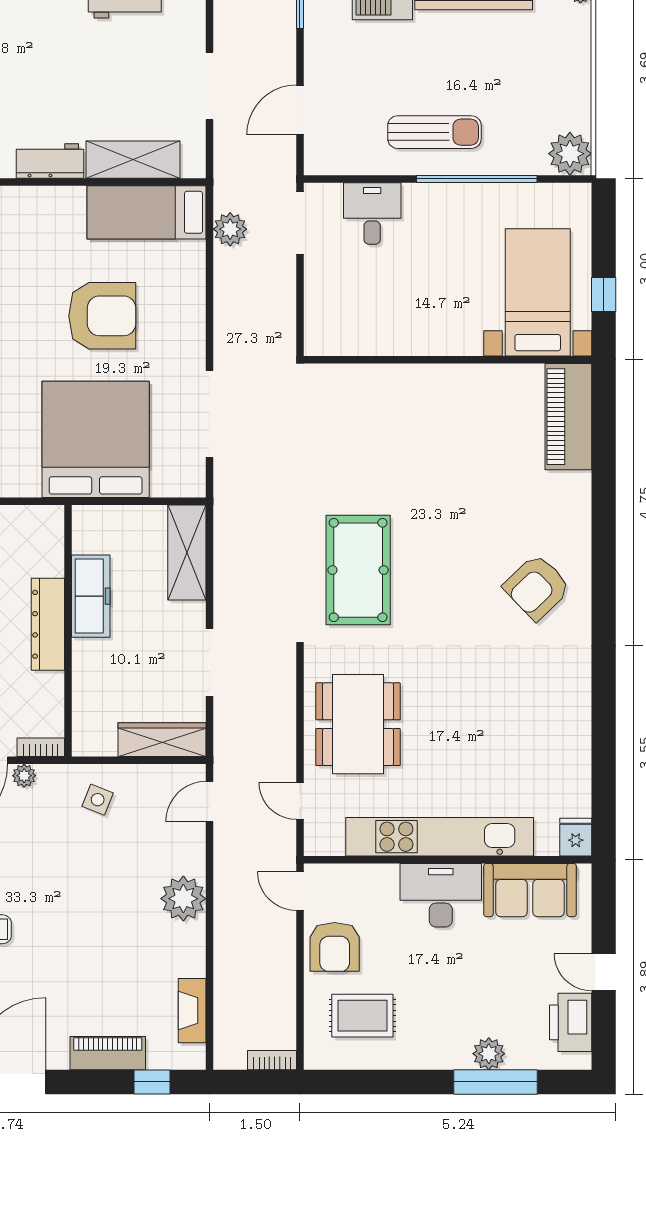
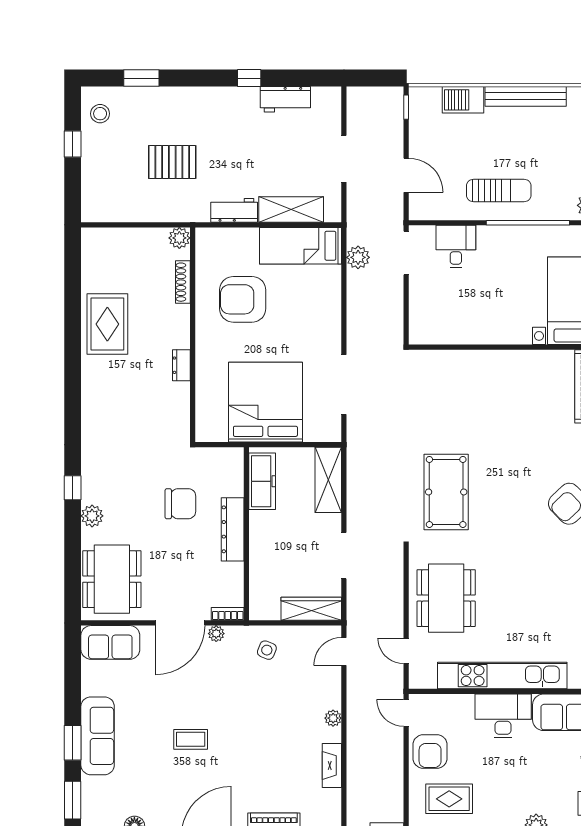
door: (300, 110) -> (406, 175), swing flipped
armchair: (102, 316) -> (243, 299), moved, turned 180
freezer: (91, 596) -> (262, 481), moved
plant: (183, 899) -> (333, 718), width x0.53, depth x0.53
fireplace: (192, 1011) -> (332, 765), moved

